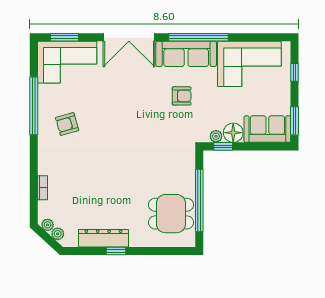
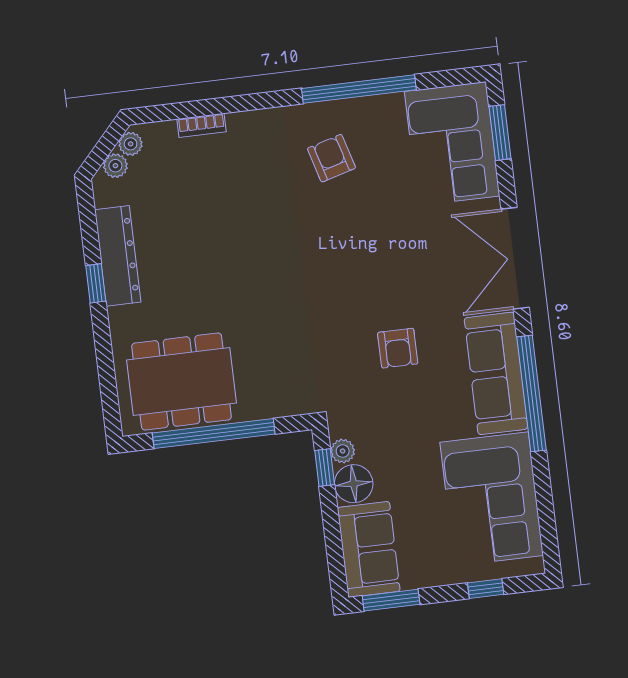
armchair: (182, 96) -> (398, 348), moved
dining table: (171, 214) -> (182, 381), width x1.38

